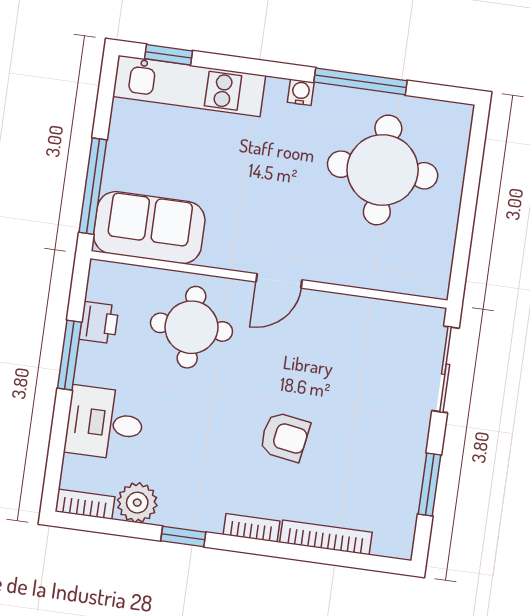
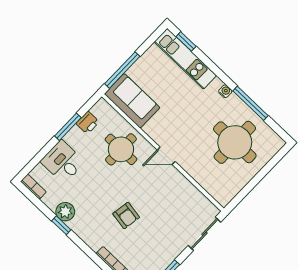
plant: (137, 503) -> (65, 212), moved
bookcase: (251, 528) -> (89, 240), removed

